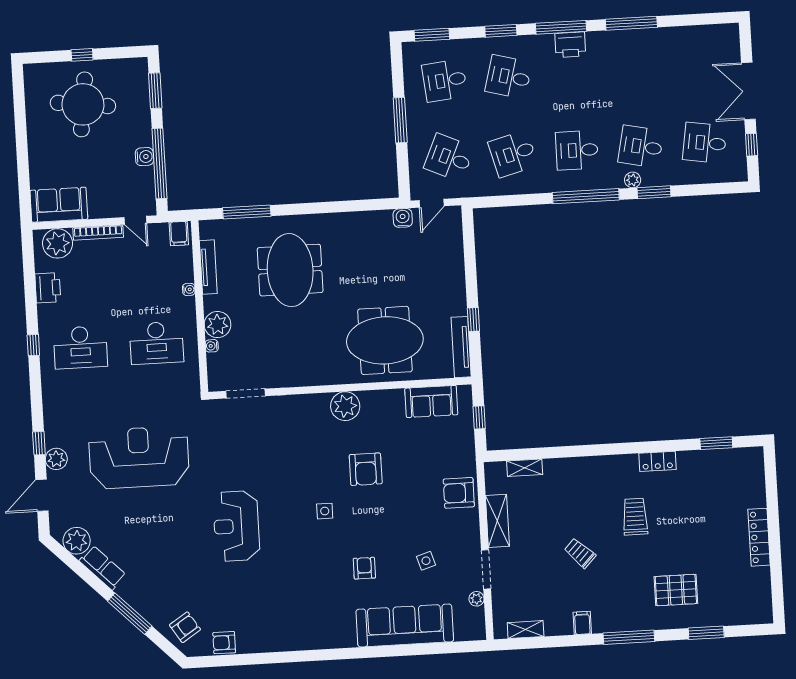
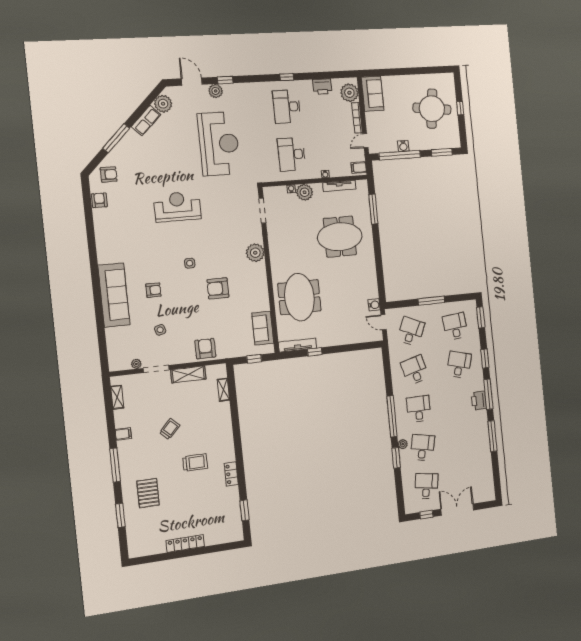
plant: (345, 406) -> (255, 253), moved
sofa: (405, 625) -> (114, 295), moved
armchair: (185, 627) -> (109, 174), turned -57

